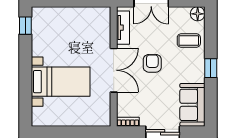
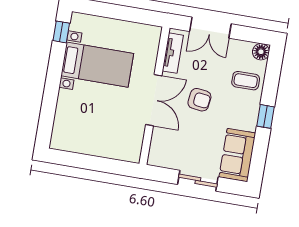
armchair: (152, 63) -> (199, 100), turned 97
bed with nightstands: (61, 82) -> (97, 65), moved
bookcase: (128, 122) -> (160, 162), removed

